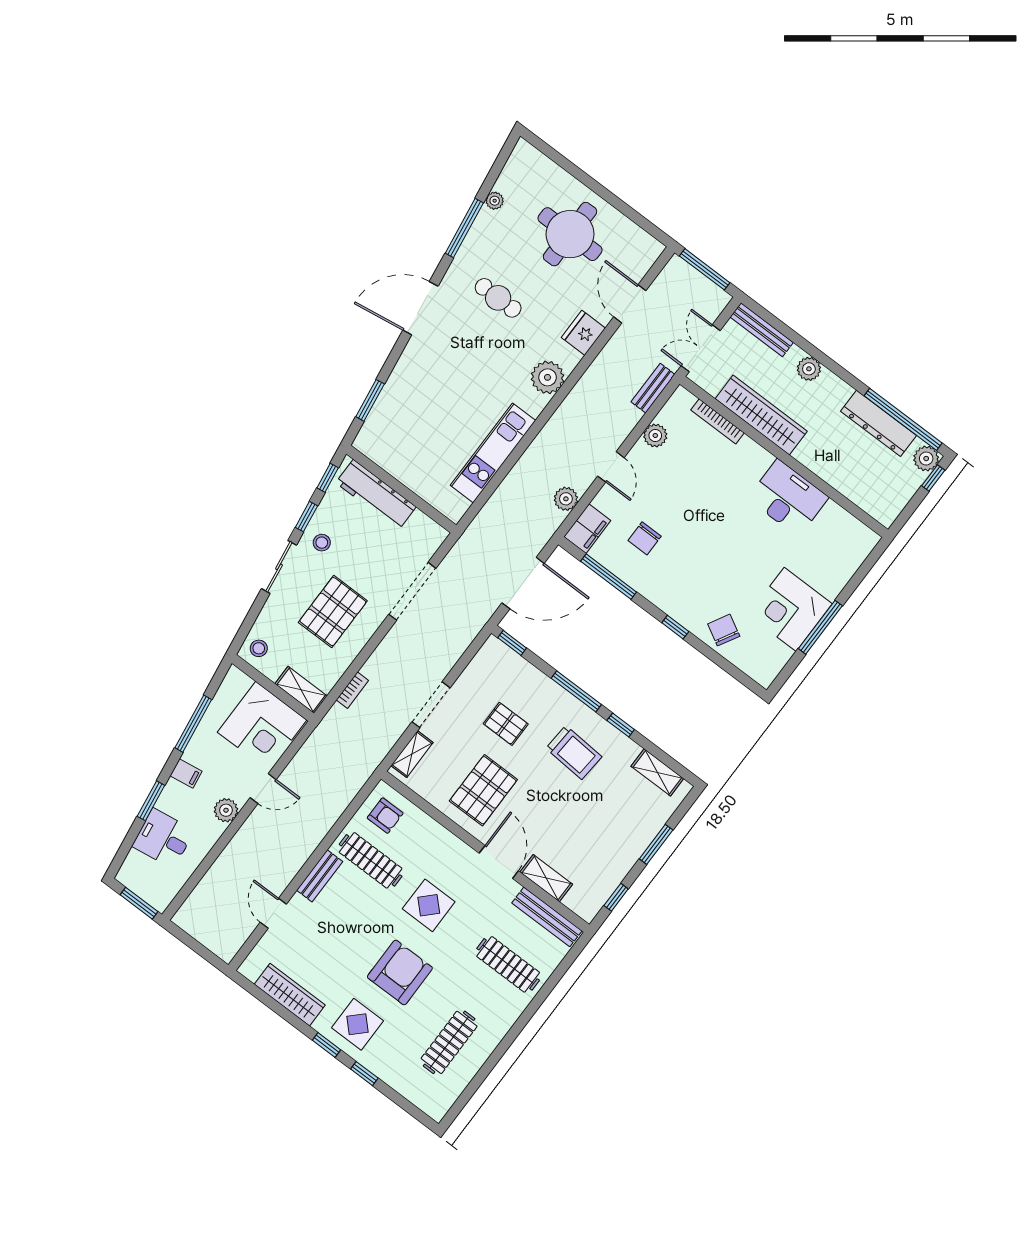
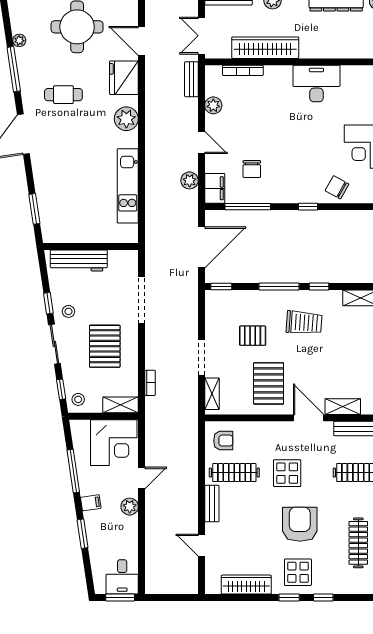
fridge: (583, 333) -> (124, 78), width x1.36, depth x1.34
window: (328, 478) -> (61, 389), moved
desk: (163, 838) -> (122, 577), moved, turned -82

